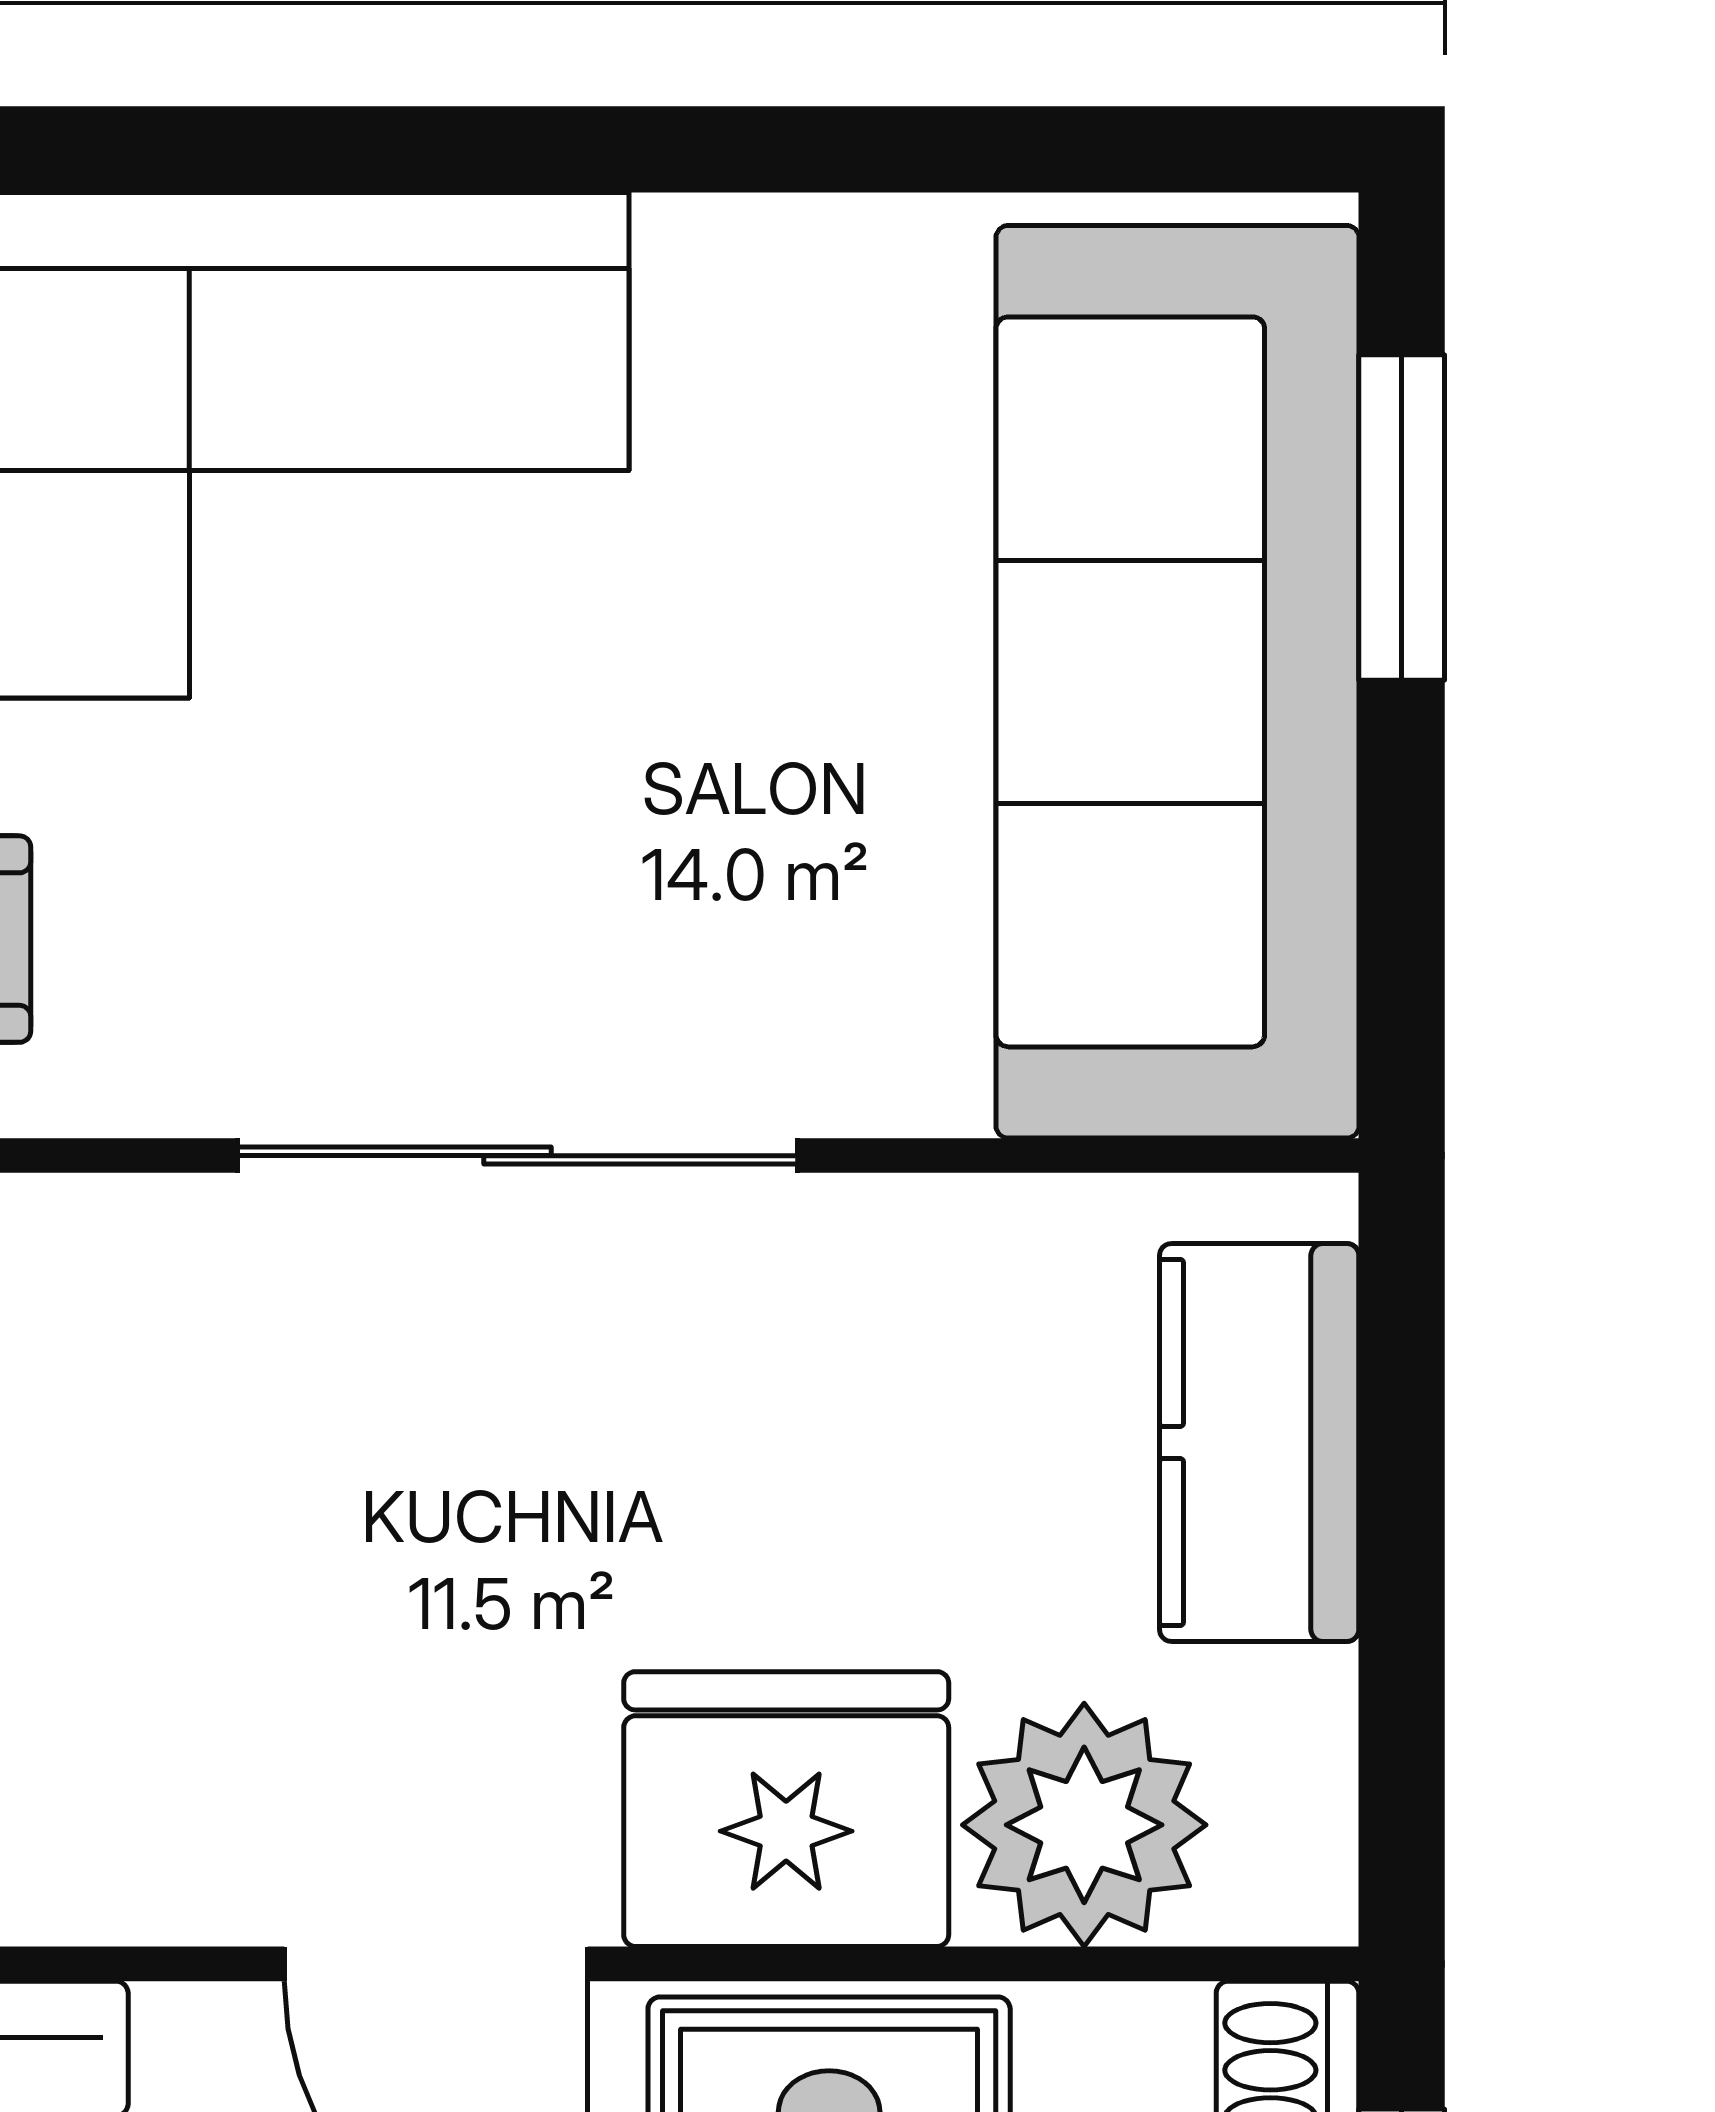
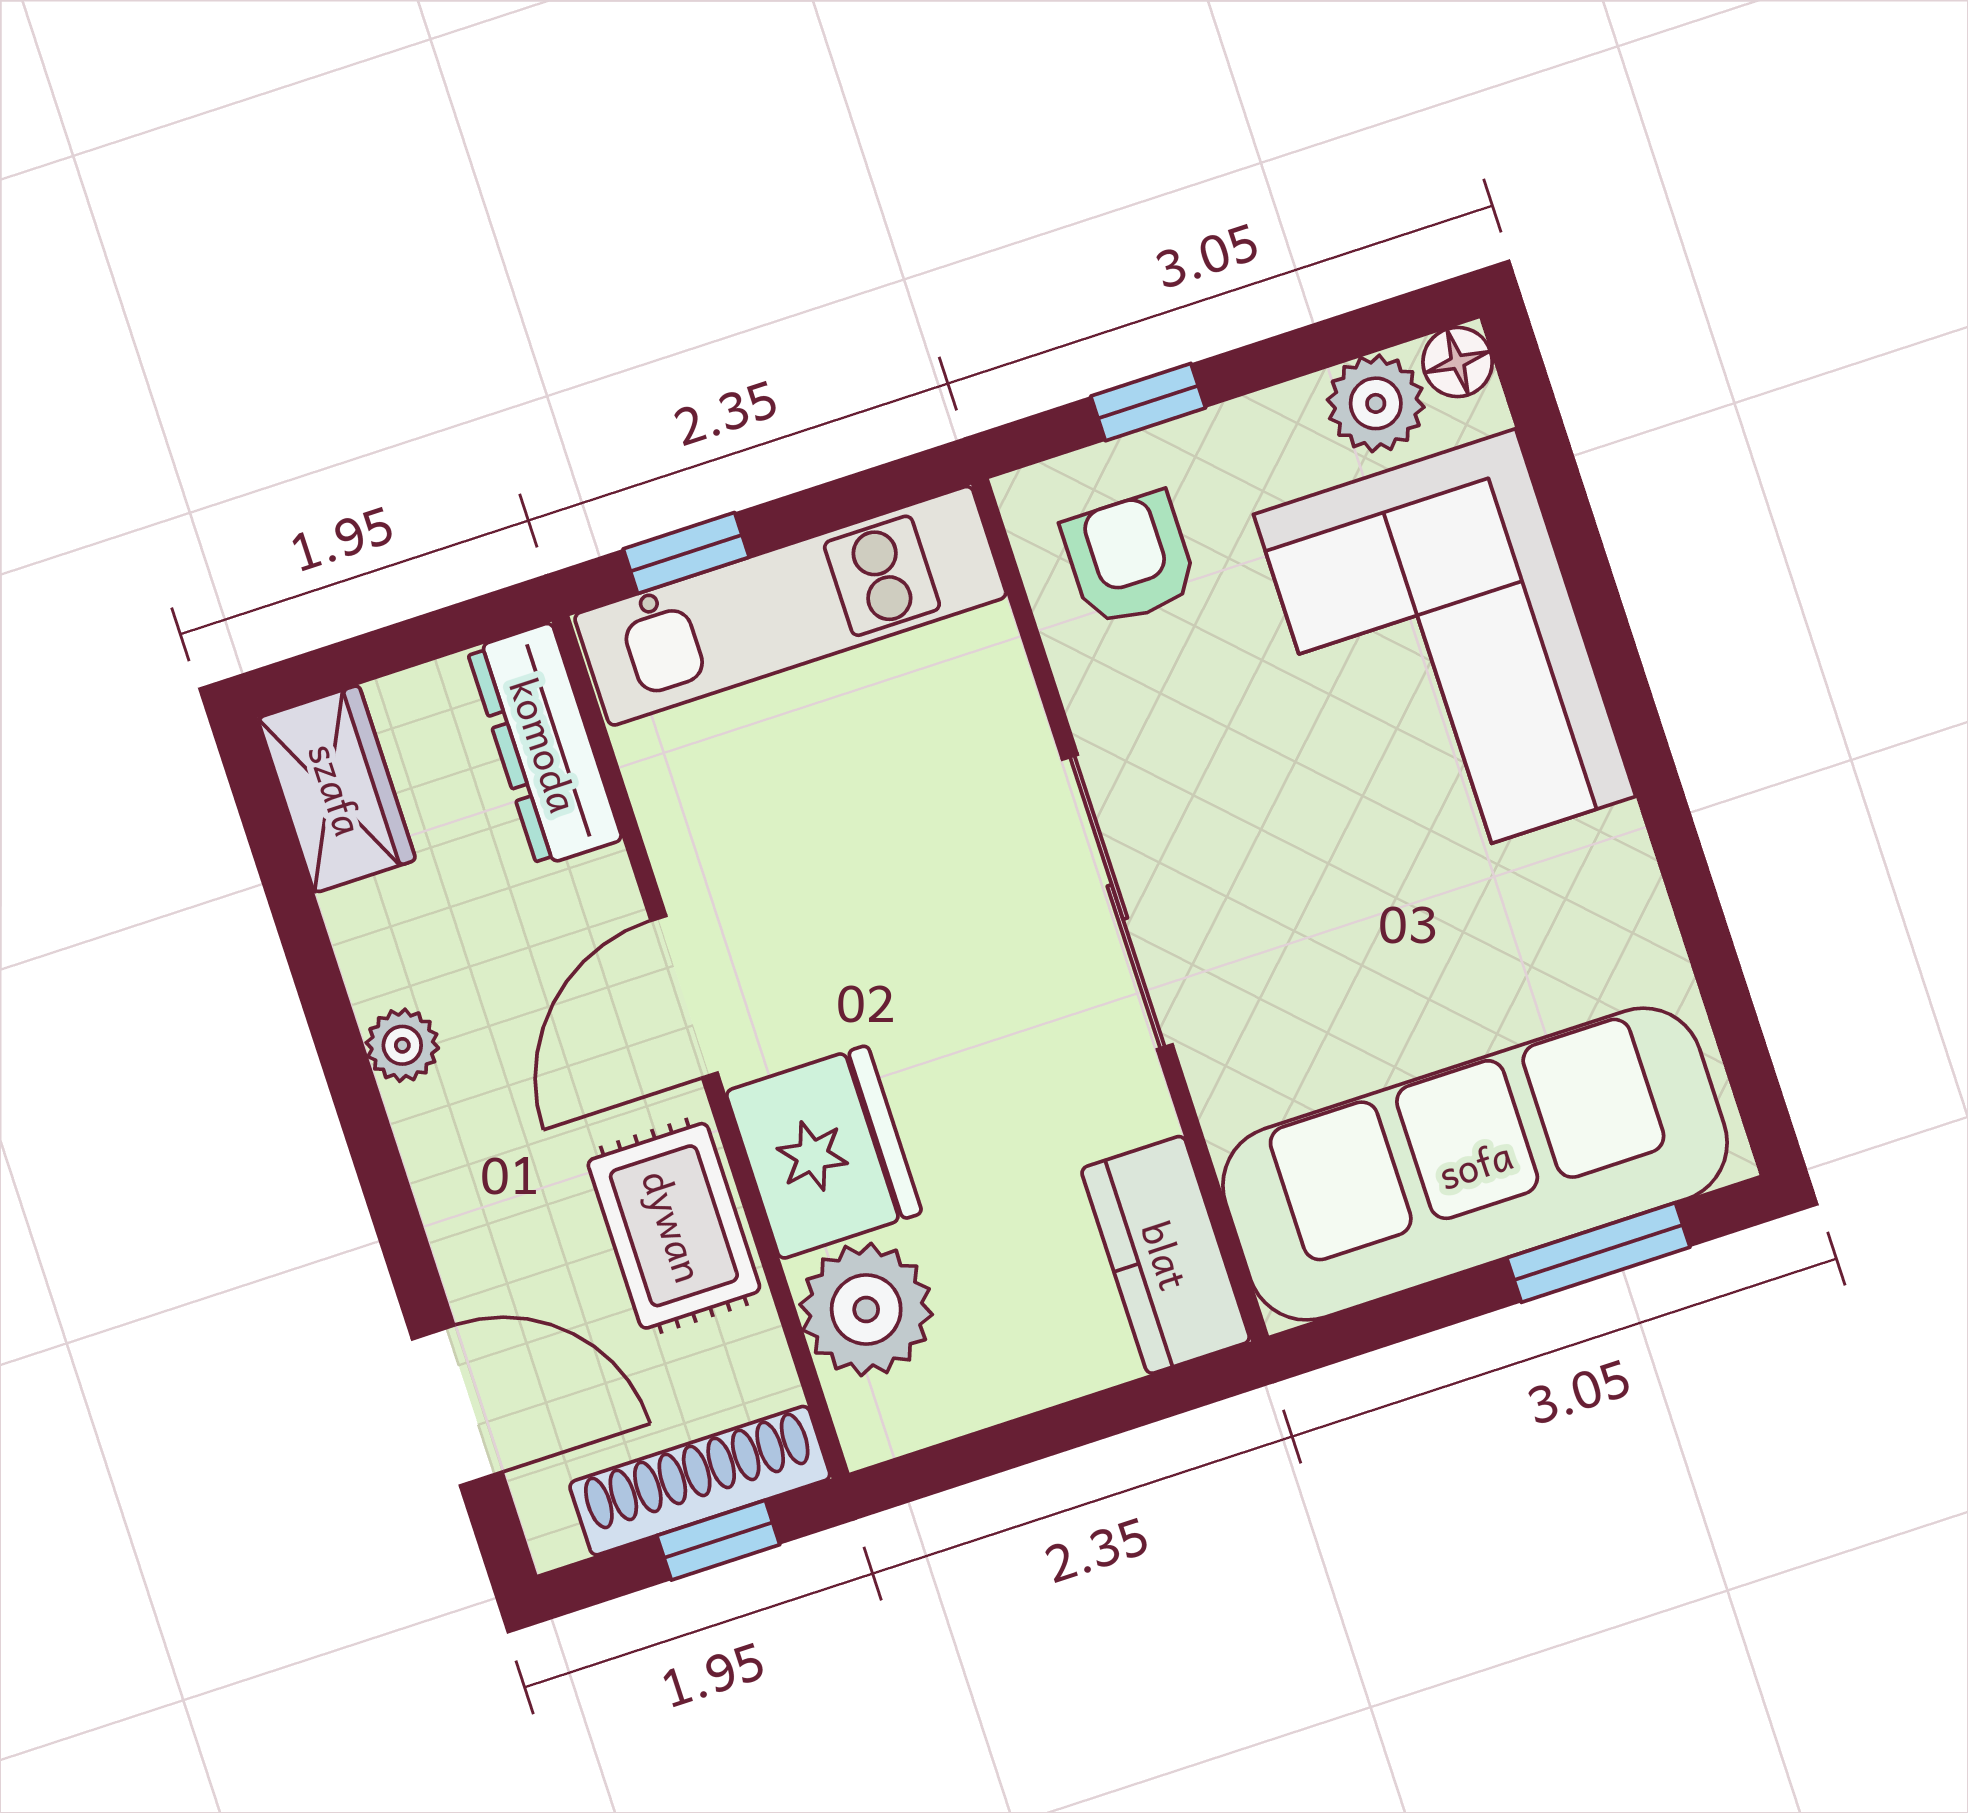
kitchen counter: (1259, 1442) -> (1166, 1255), moved, turned -90

